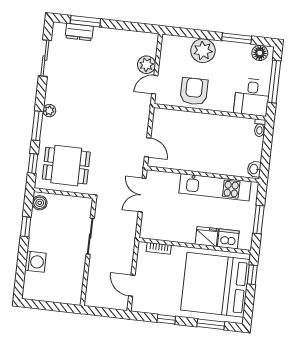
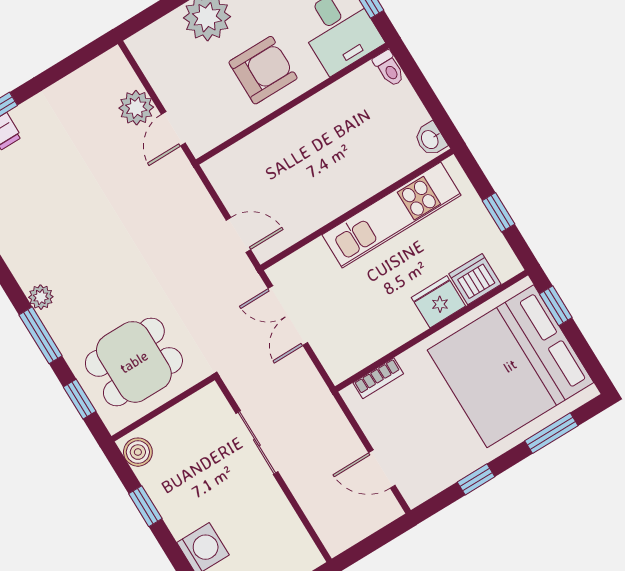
armchair: (194, 91) -> (263, 70), moved, turned 90
window: (259, 220) -> (498, 212), width x0.67

